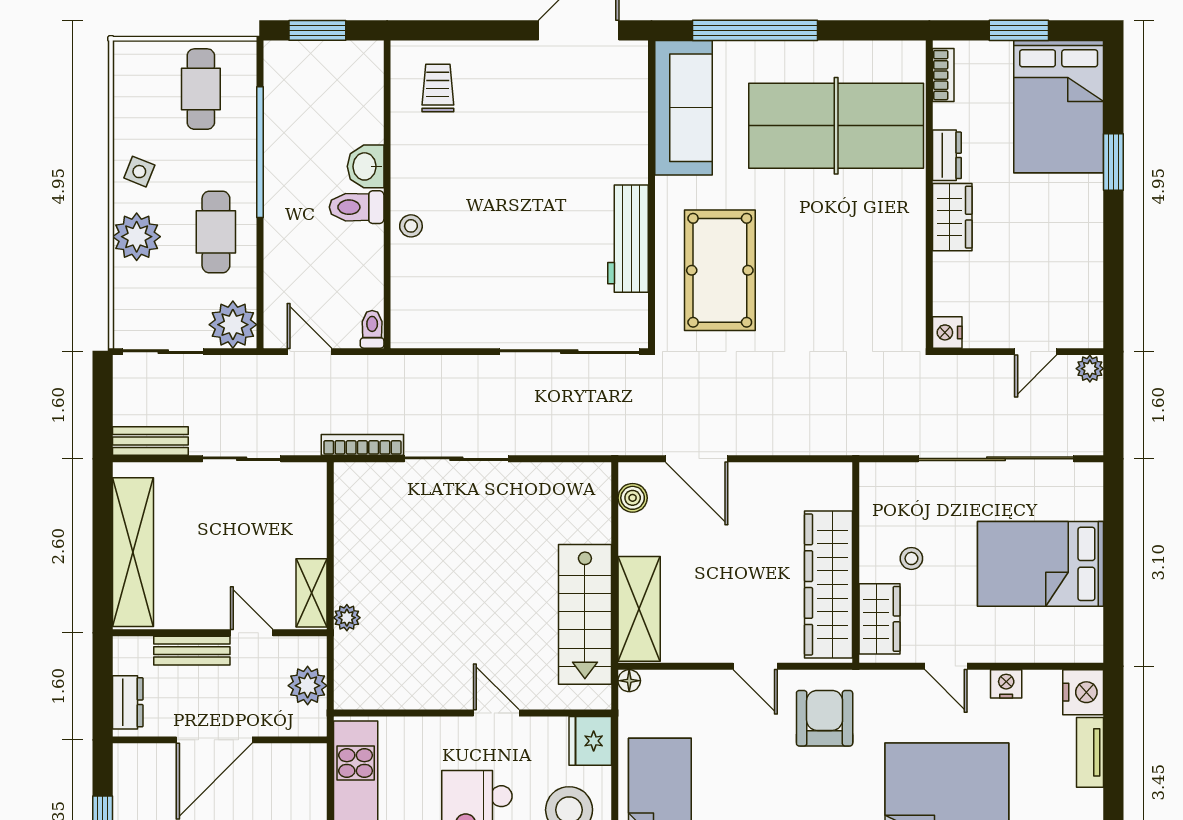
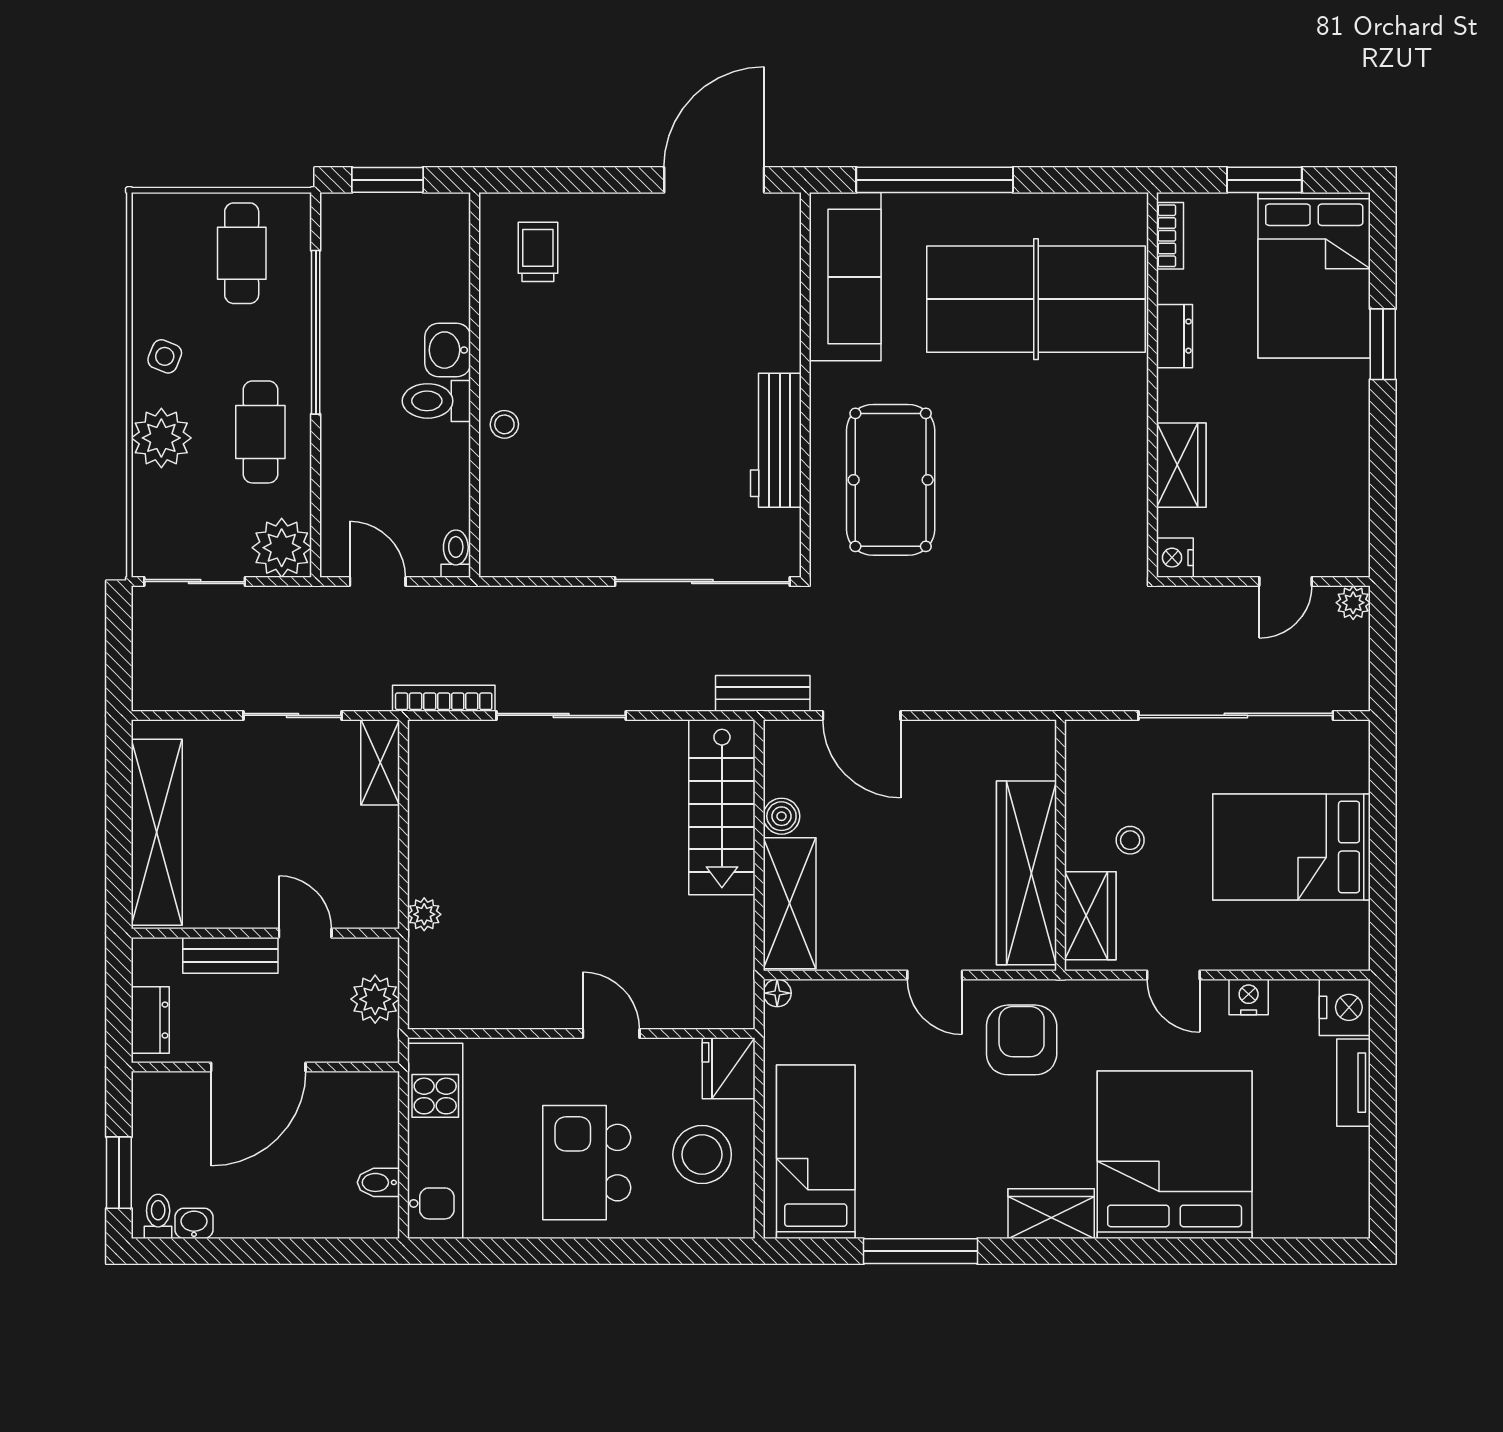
wardrobe: (952, 217) -> (1181, 465), moved
bench: (150, 441) -> (763, 693), moved
boiler: (633, 498) -> (781, 816), moved
shelving: (311, 593) -> (380, 762), moved
stairs: (585, 614) -> (722, 807), moved

